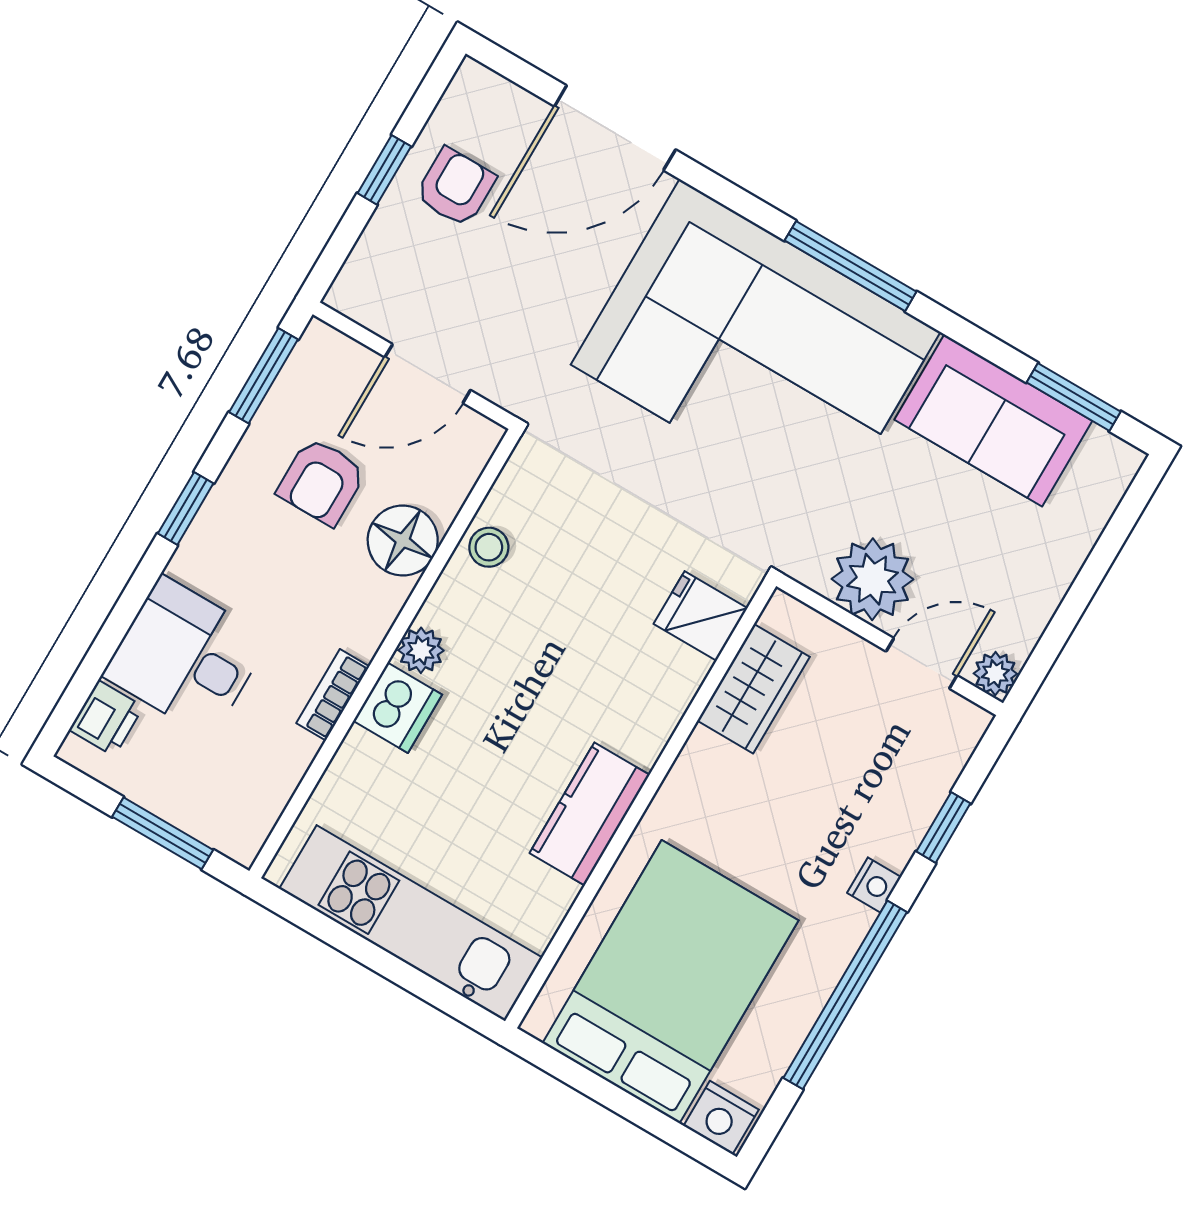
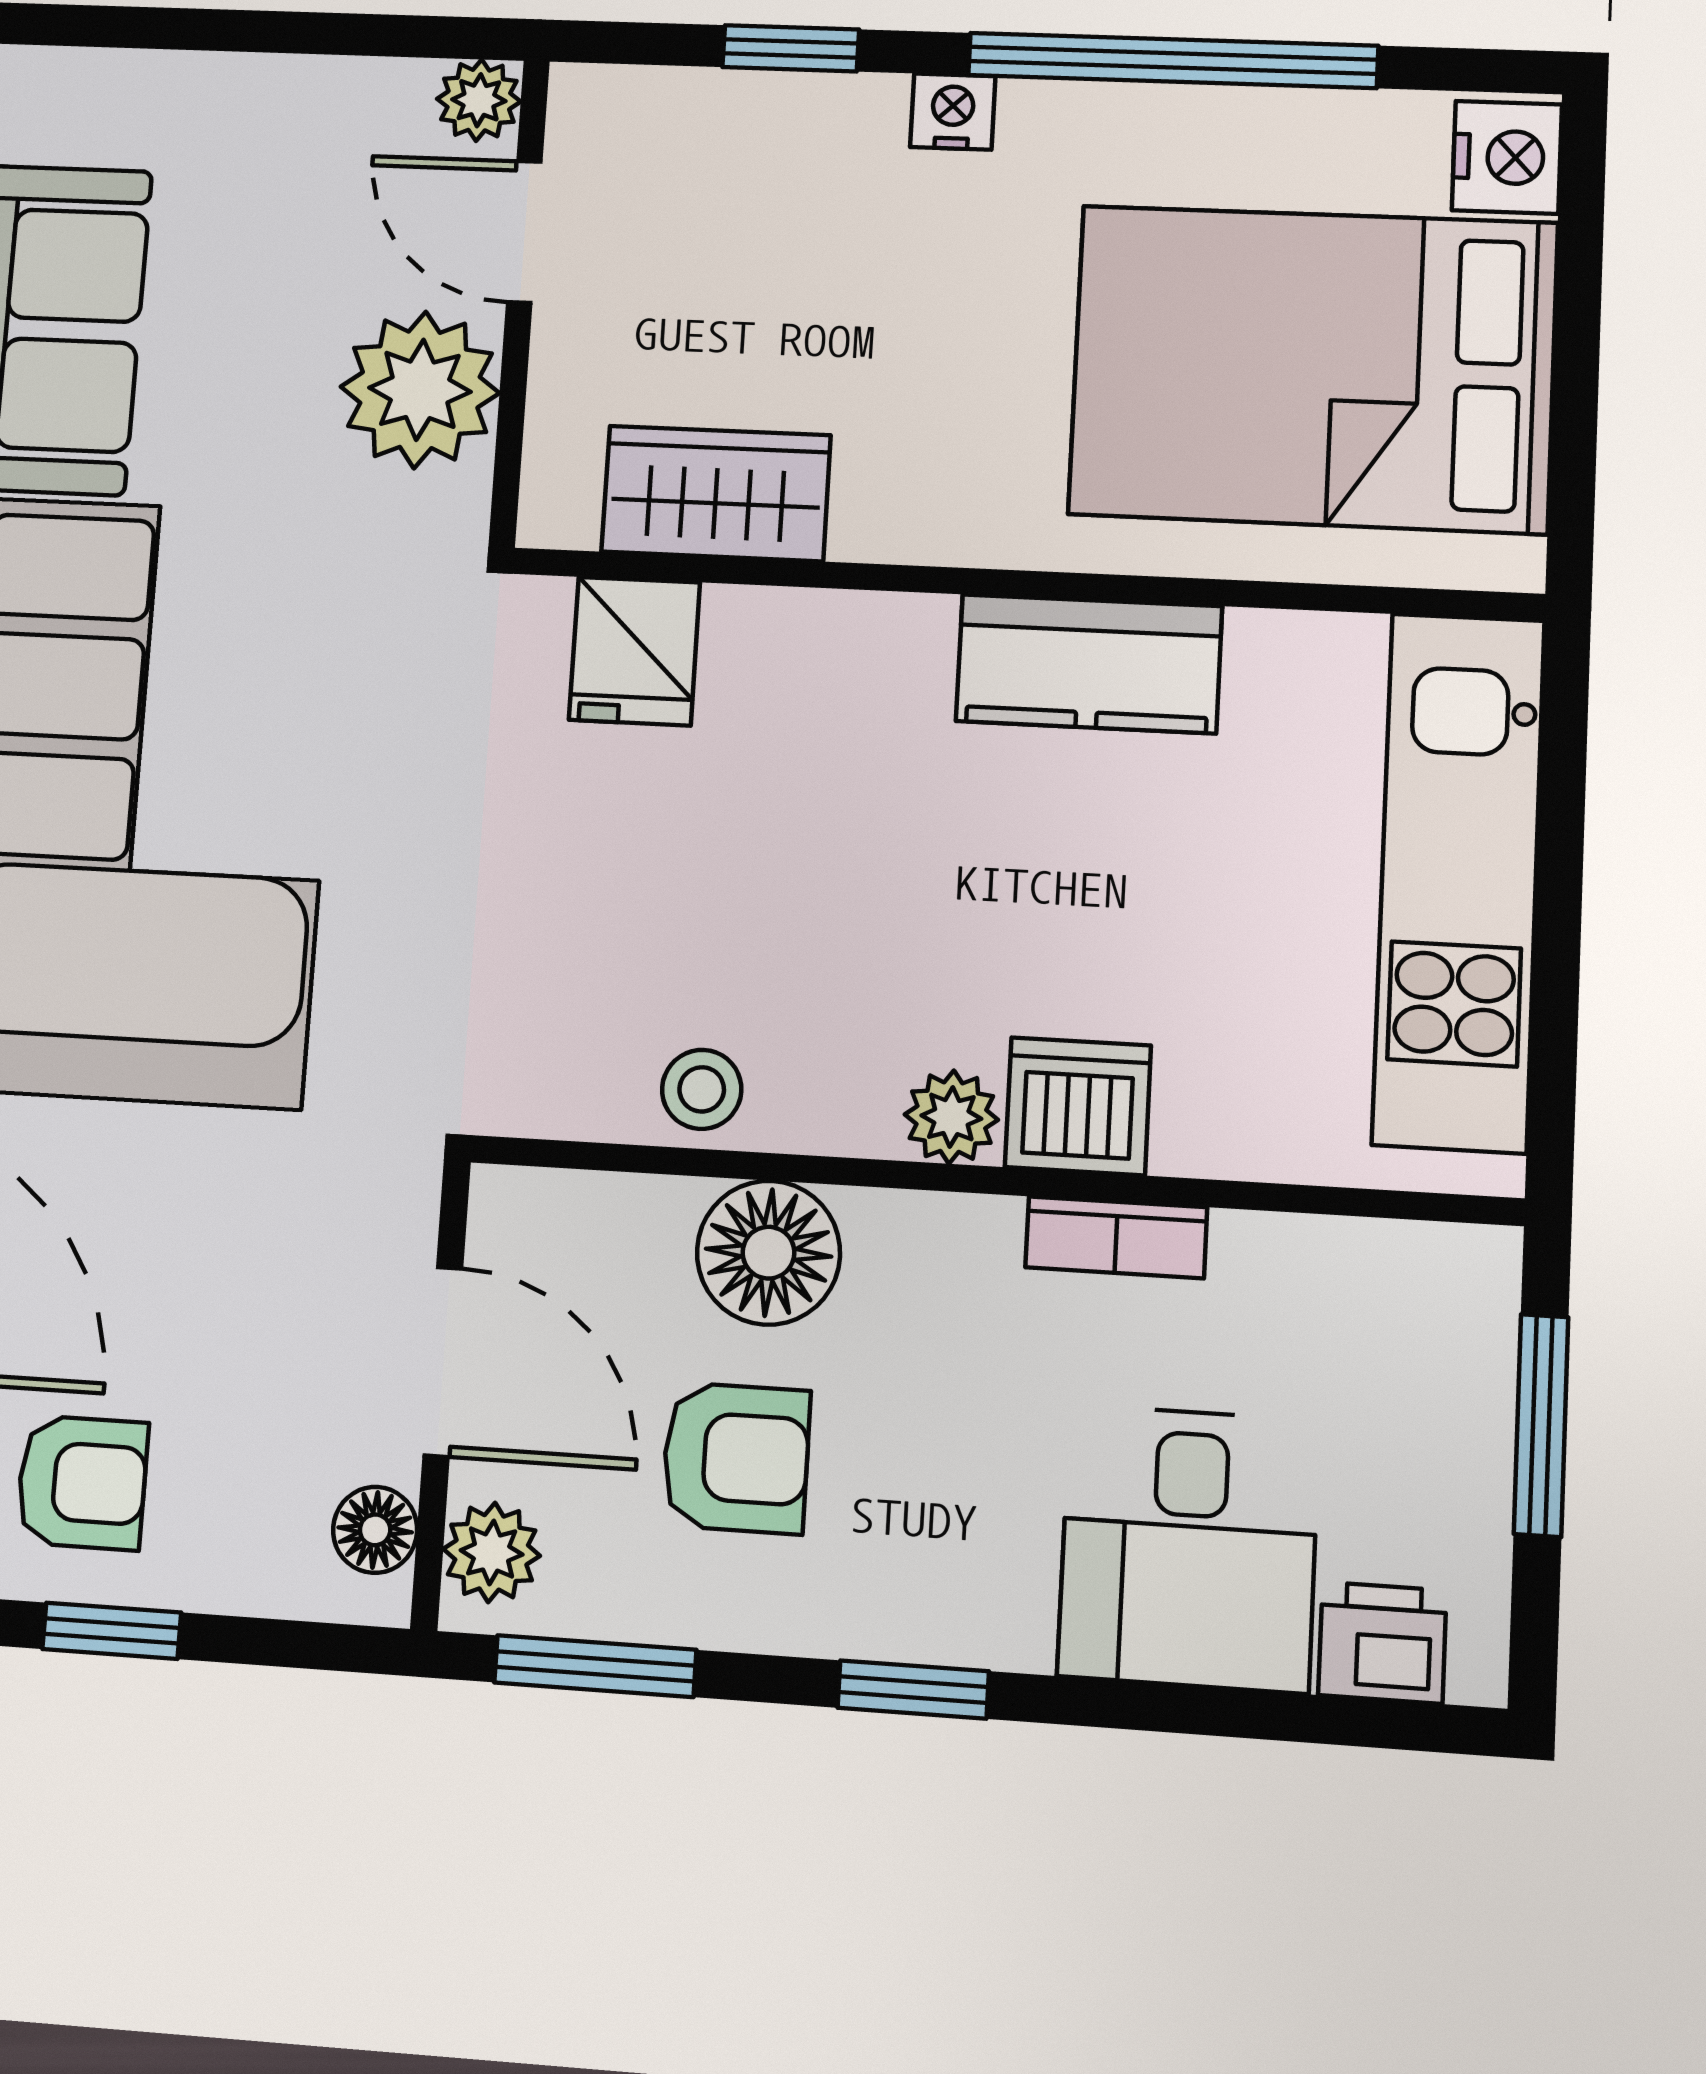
armchair: (455, 187) -> (82, 1483), turned 180
floor lamp: (370, 308) -> (375, 1530), added
plant: (334, 354) -> (492, 1552), added

